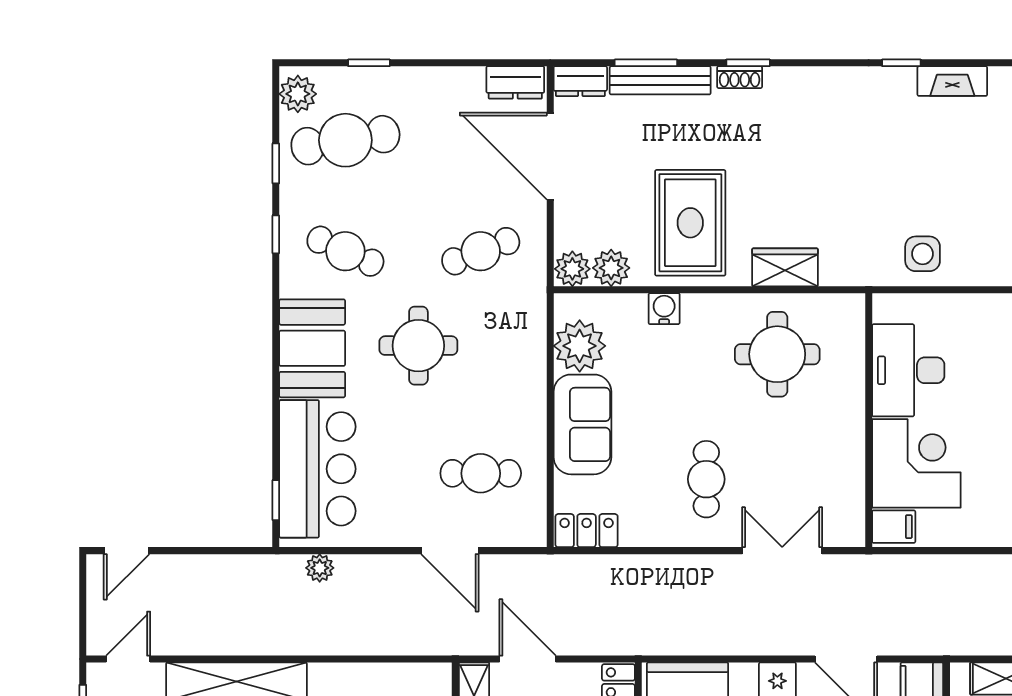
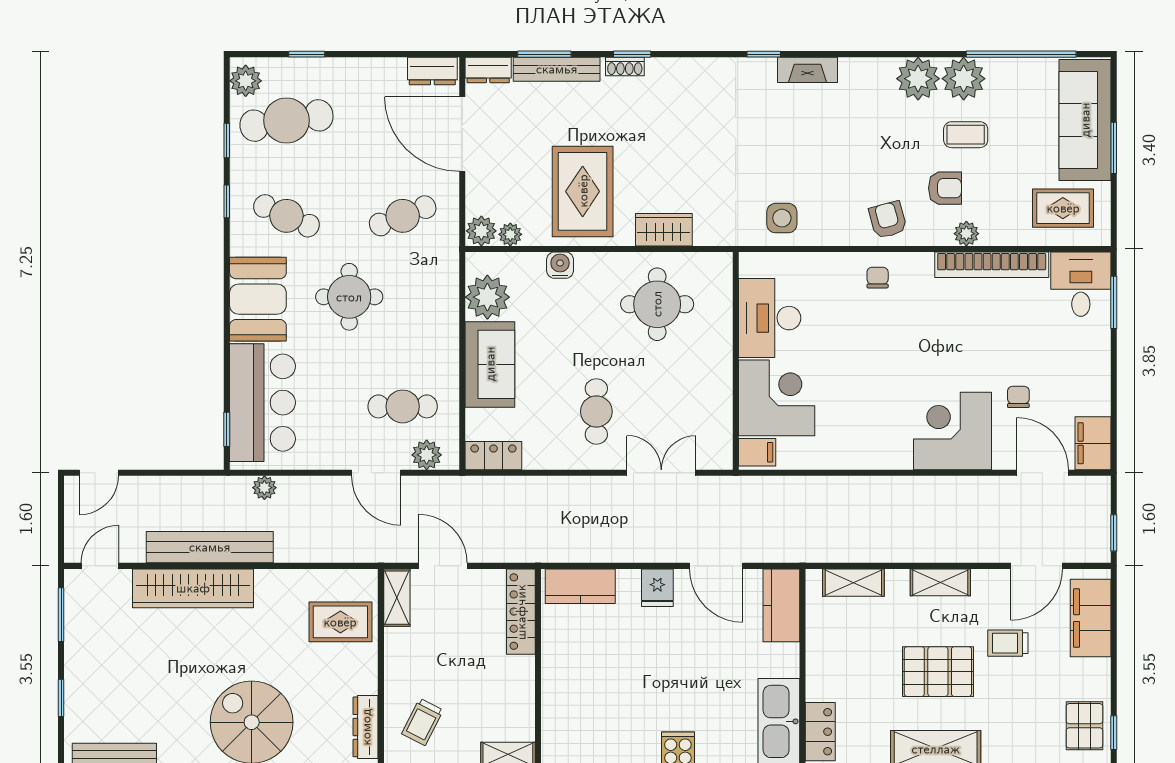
plant: (611, 268) -> (510, 234), width x0.73, depth x0.73
plant: (509, 530) -> (427, 455), added
bench: (256, 637) -> (210, 547), added

